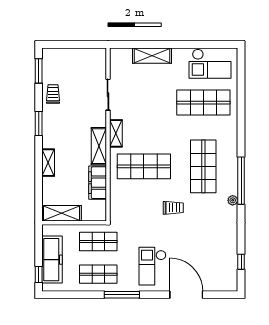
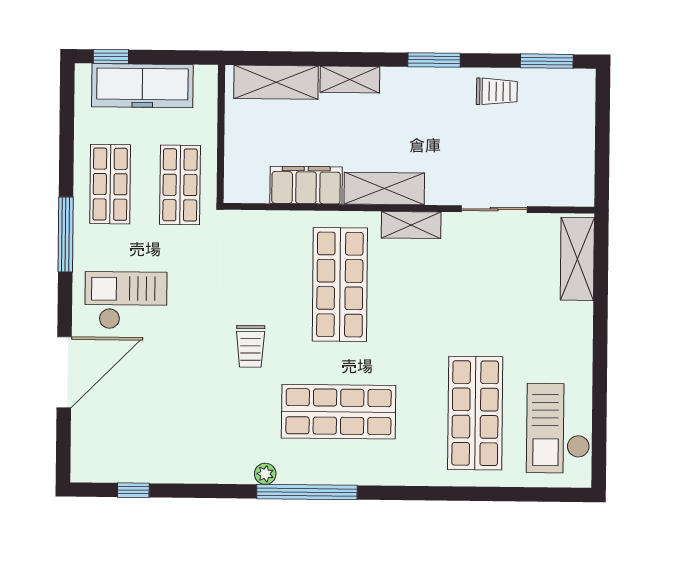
shelving: (152, 56) -> (577, 259), moved
shelving: (62, 213) -> (276, 82), moved, turned 90

